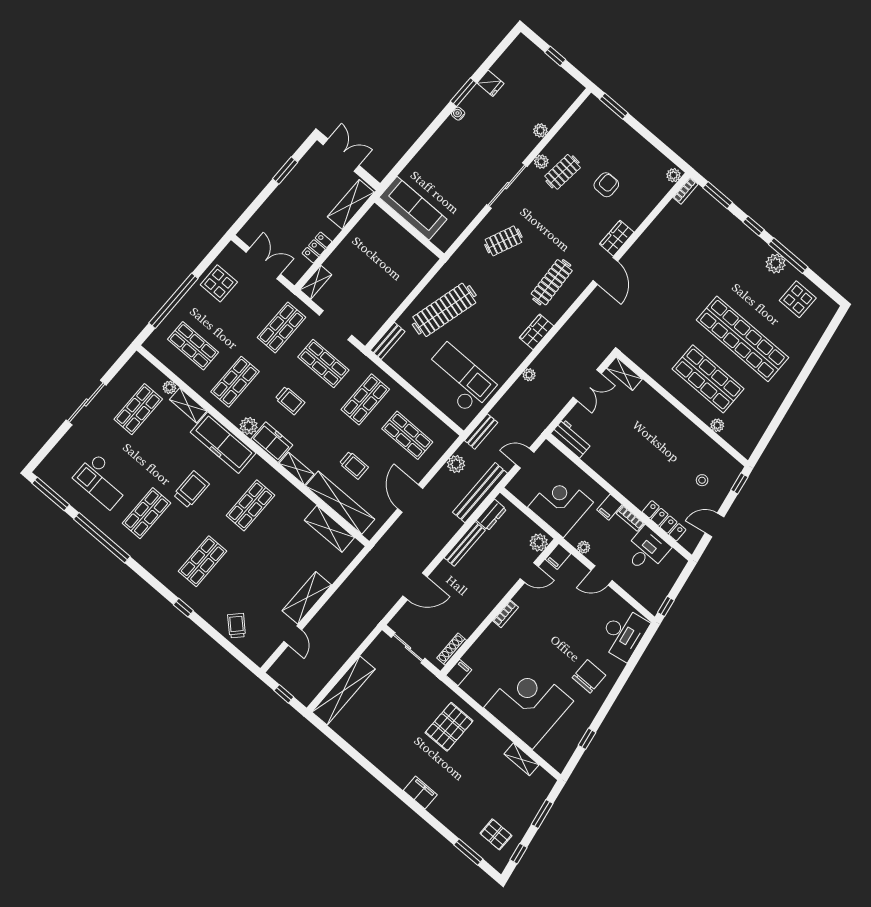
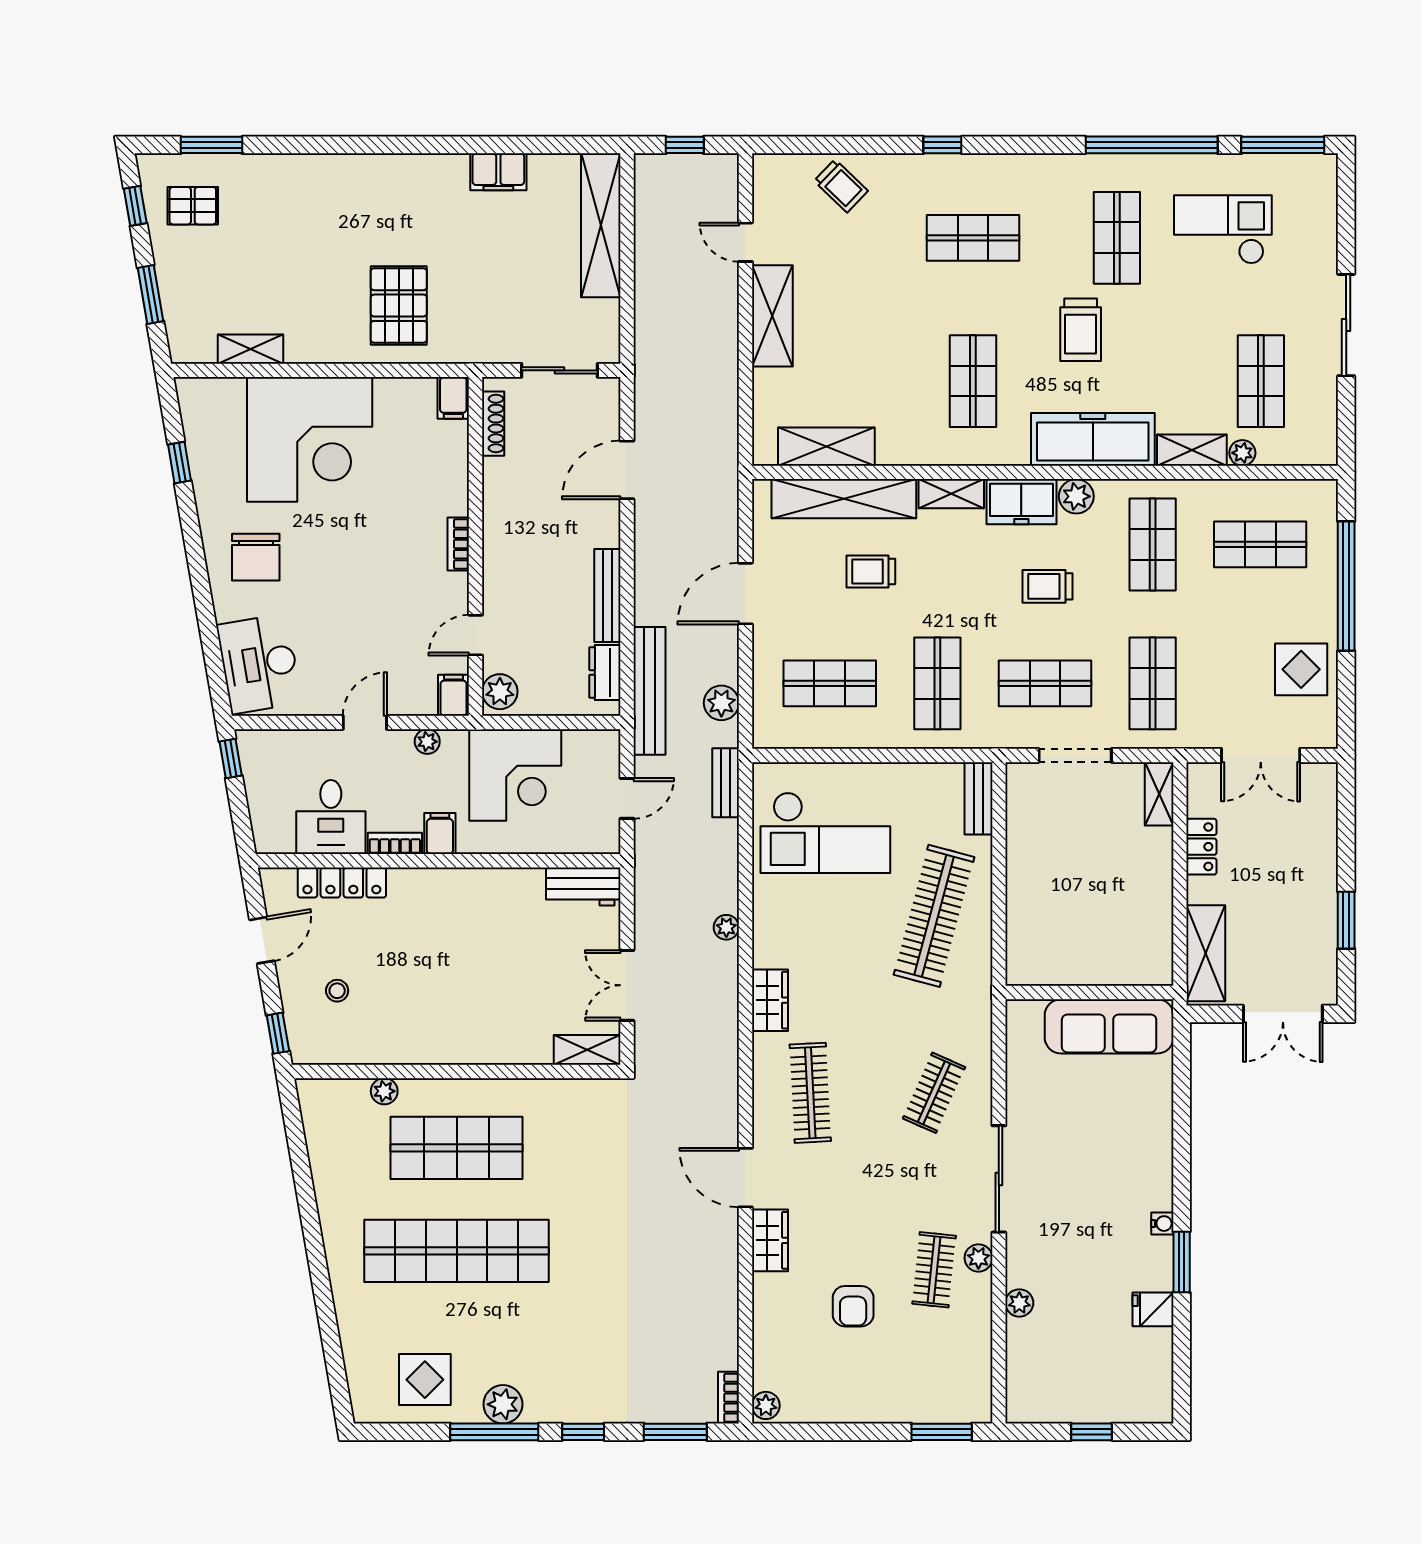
door: (410, 499) -> (745, 594), swing flipped
shop shelf: (203, 561) -> (973, 238), turned 90
filing cabinet: (420, 793) -> (498, 172), moved

